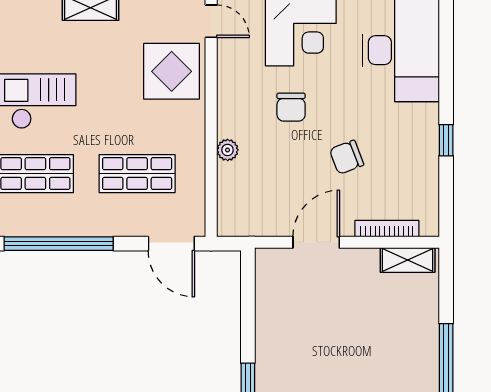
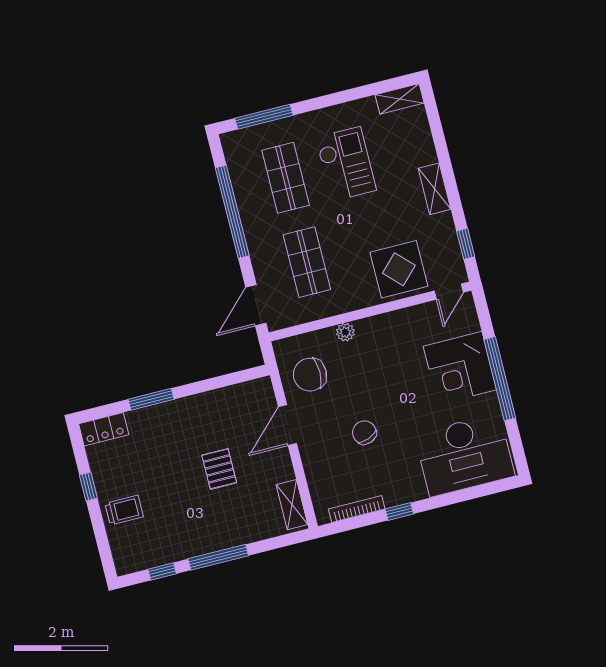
chair: (291, 107) -> (310, 375), moved, width x1.37, depth x1.37
bookcase: (387, 229) -> (357, 509), moved, turned -90
door: (316, 242) -> (287, 425), swing flipped
pallet: (346, 332) -> (219, 469), added

